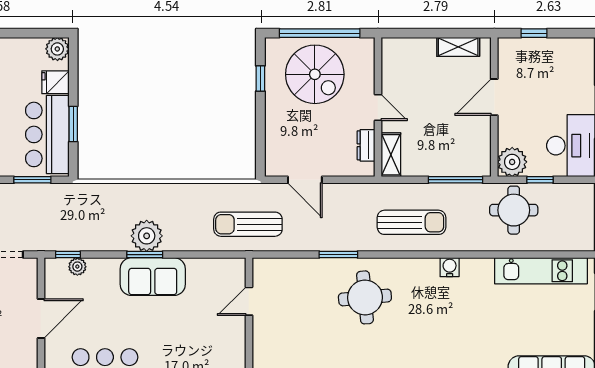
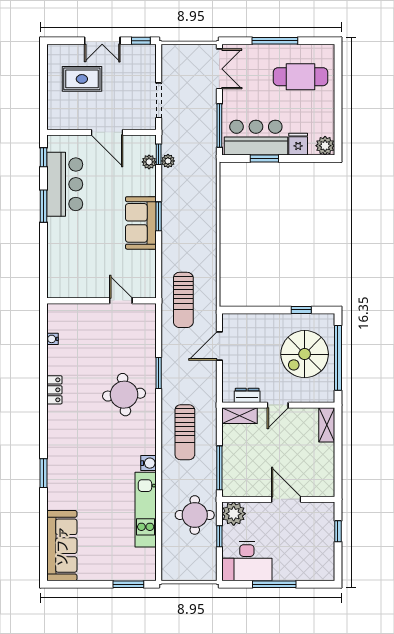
shelving: (458, 47) -> (327, 425), moved
window: (32, 180) -> (219, 126), width x1.44
sun lounger: (248, 224) -> (183, 300), turned 180
plant: (147, 236) -> (168, 161), moved, width x0.53, depth x0.53
kitchen unit: (541, 271) -> (146, 510), moved

